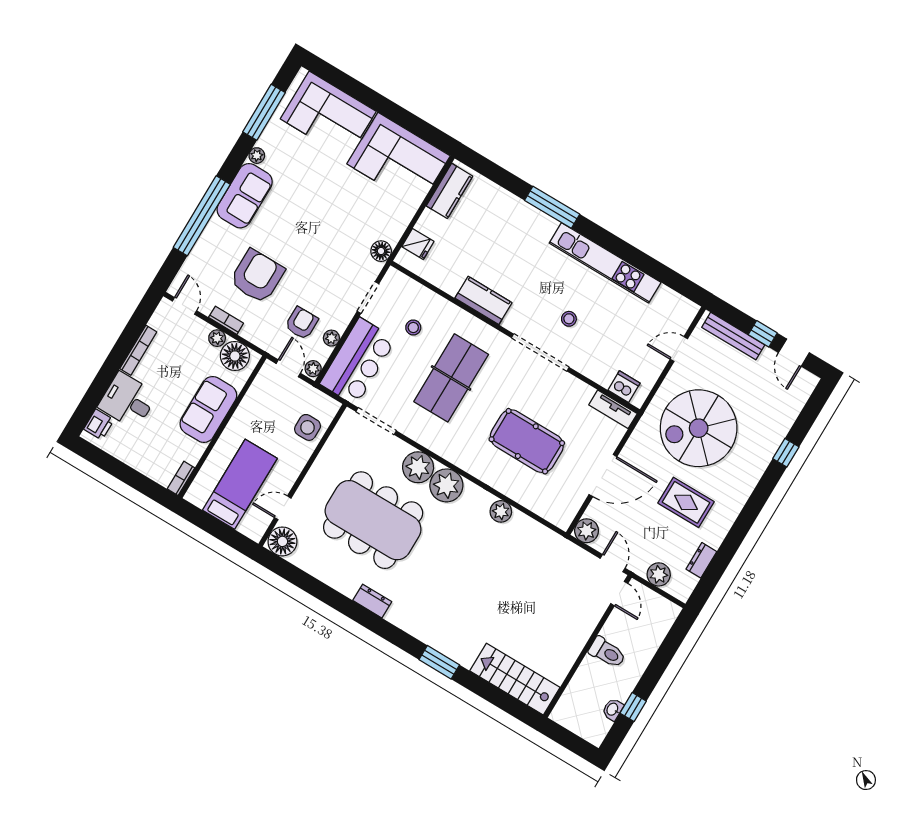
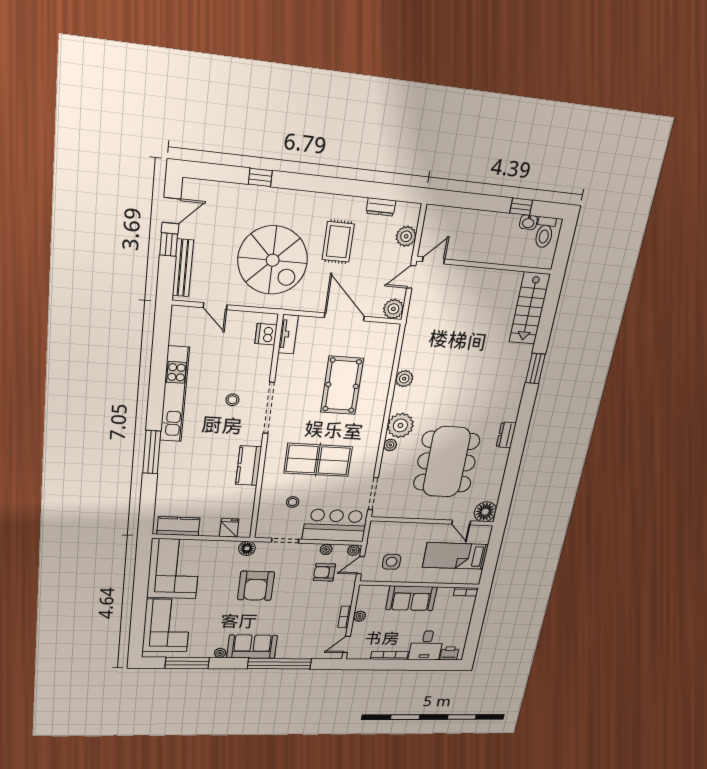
armchair: (257, 276) -> (256, 586), moved, turned -90
floor lamp: (235, 356) -> (367, 600), removed
side table: (308, 427) -> (392, 562), moved
plant: (418, 467) -> (390, 445), width x0.53, depth x0.53
toilet: (607, 652) -> (545, 232), moved, turned 180

